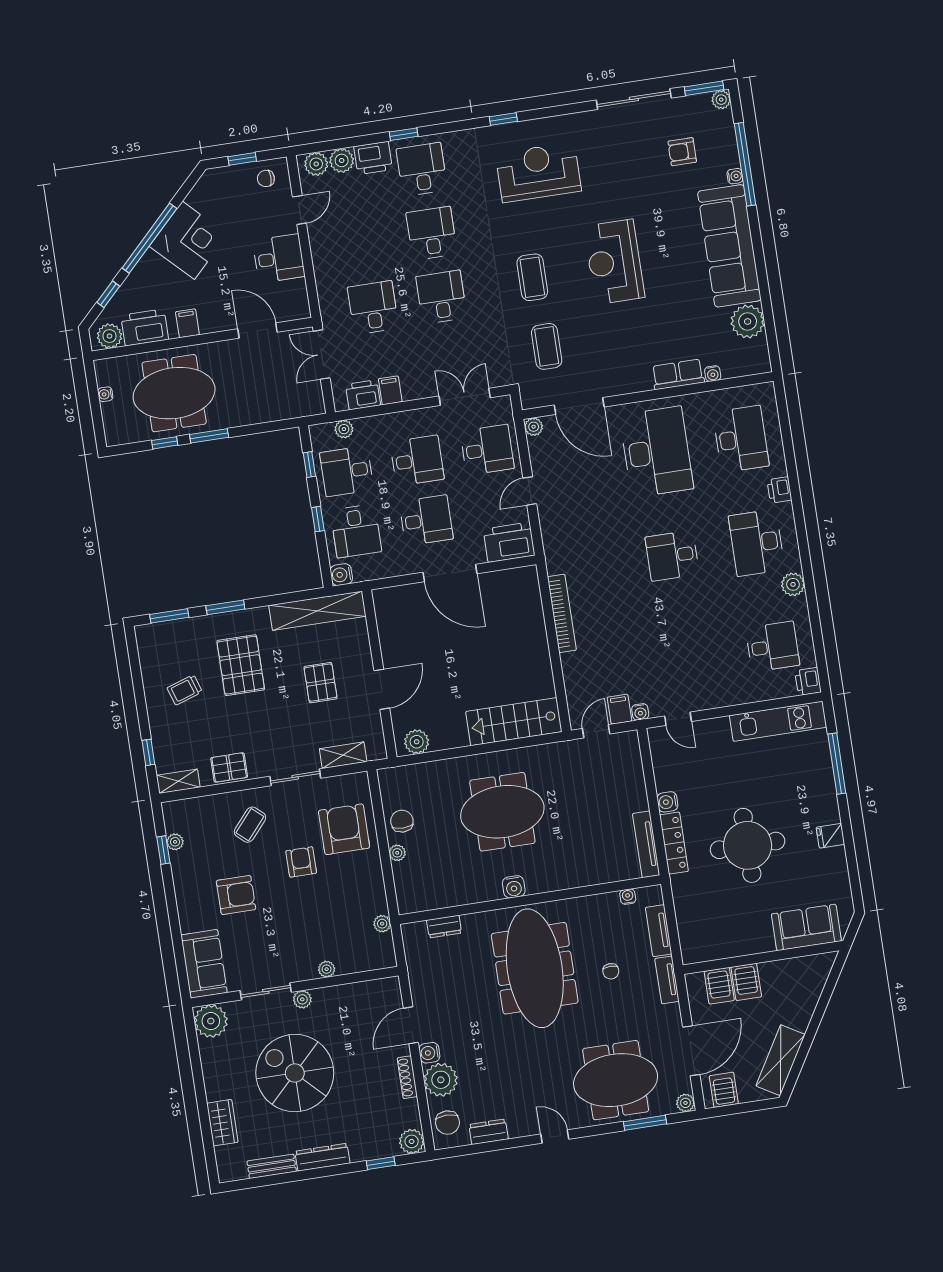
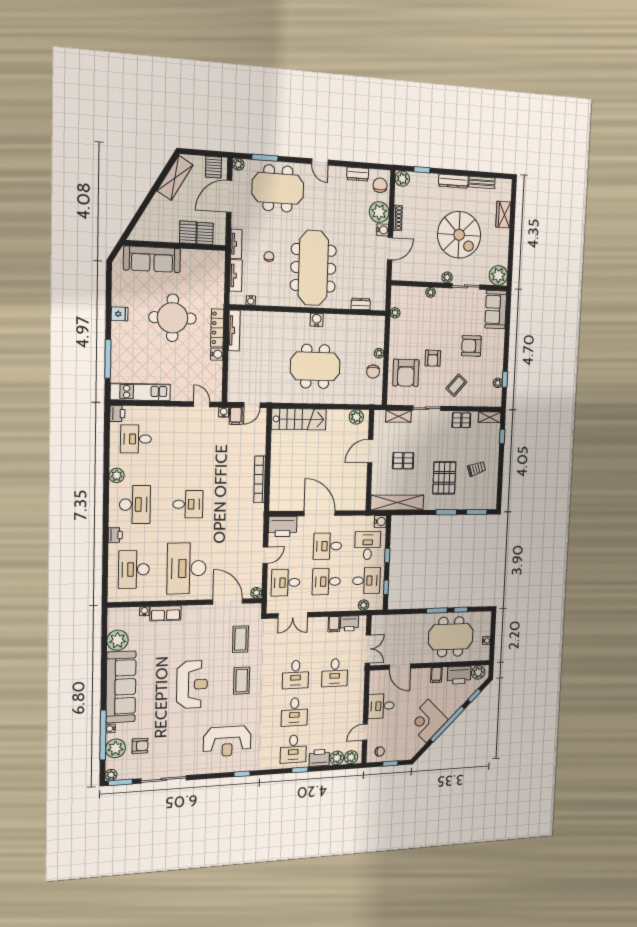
plant: (721, 144) -> (115, 748), added
pallet: (320, 683) -> (403, 461), turned 90
sofa: (806, 927) -> (152, 259), width x1.36

